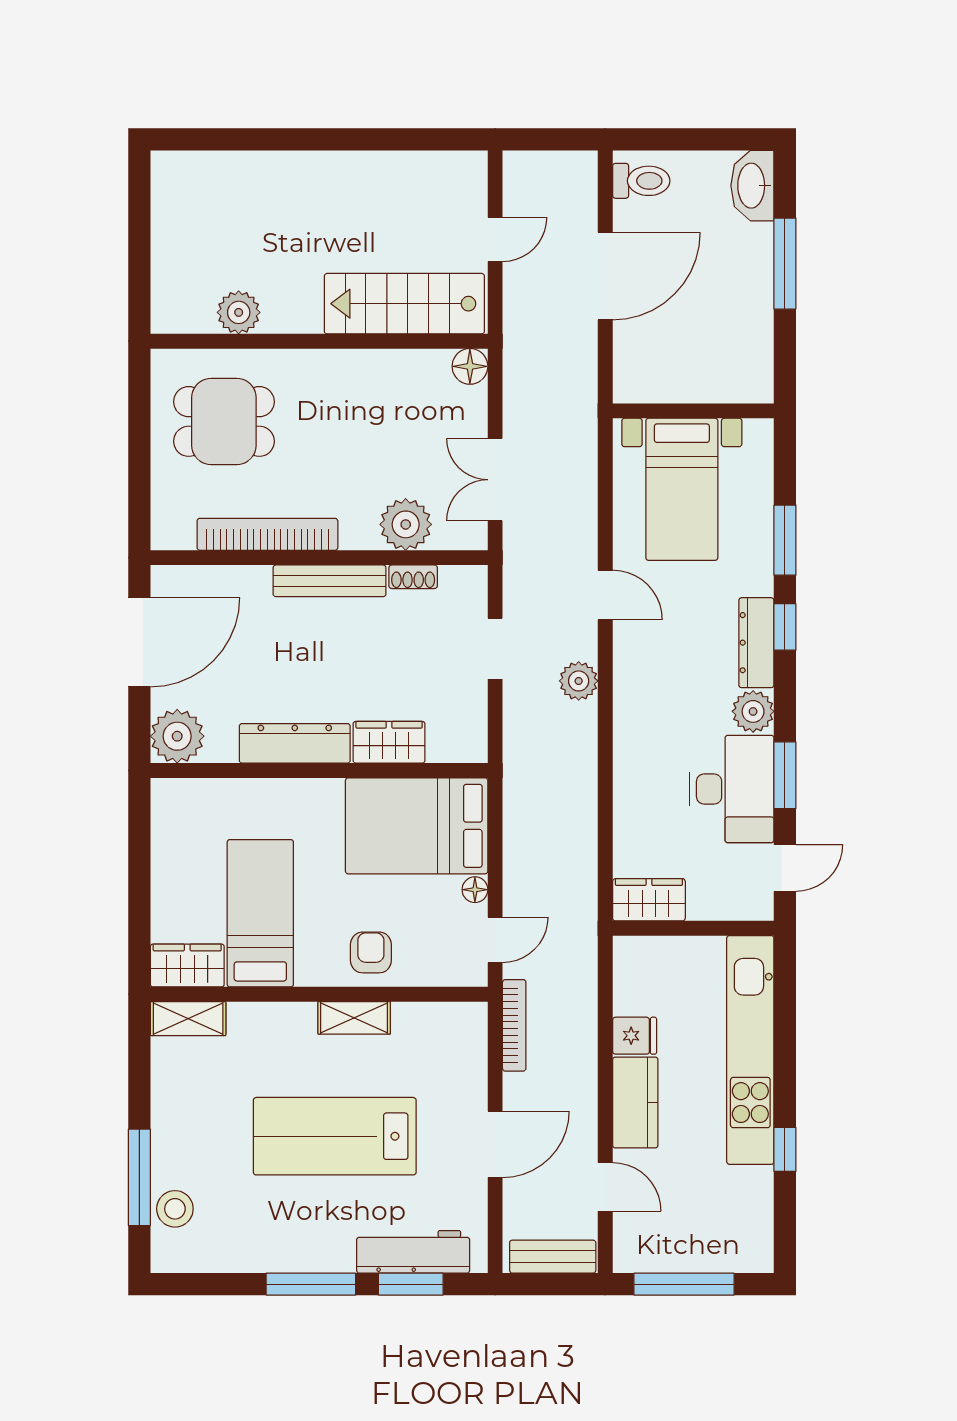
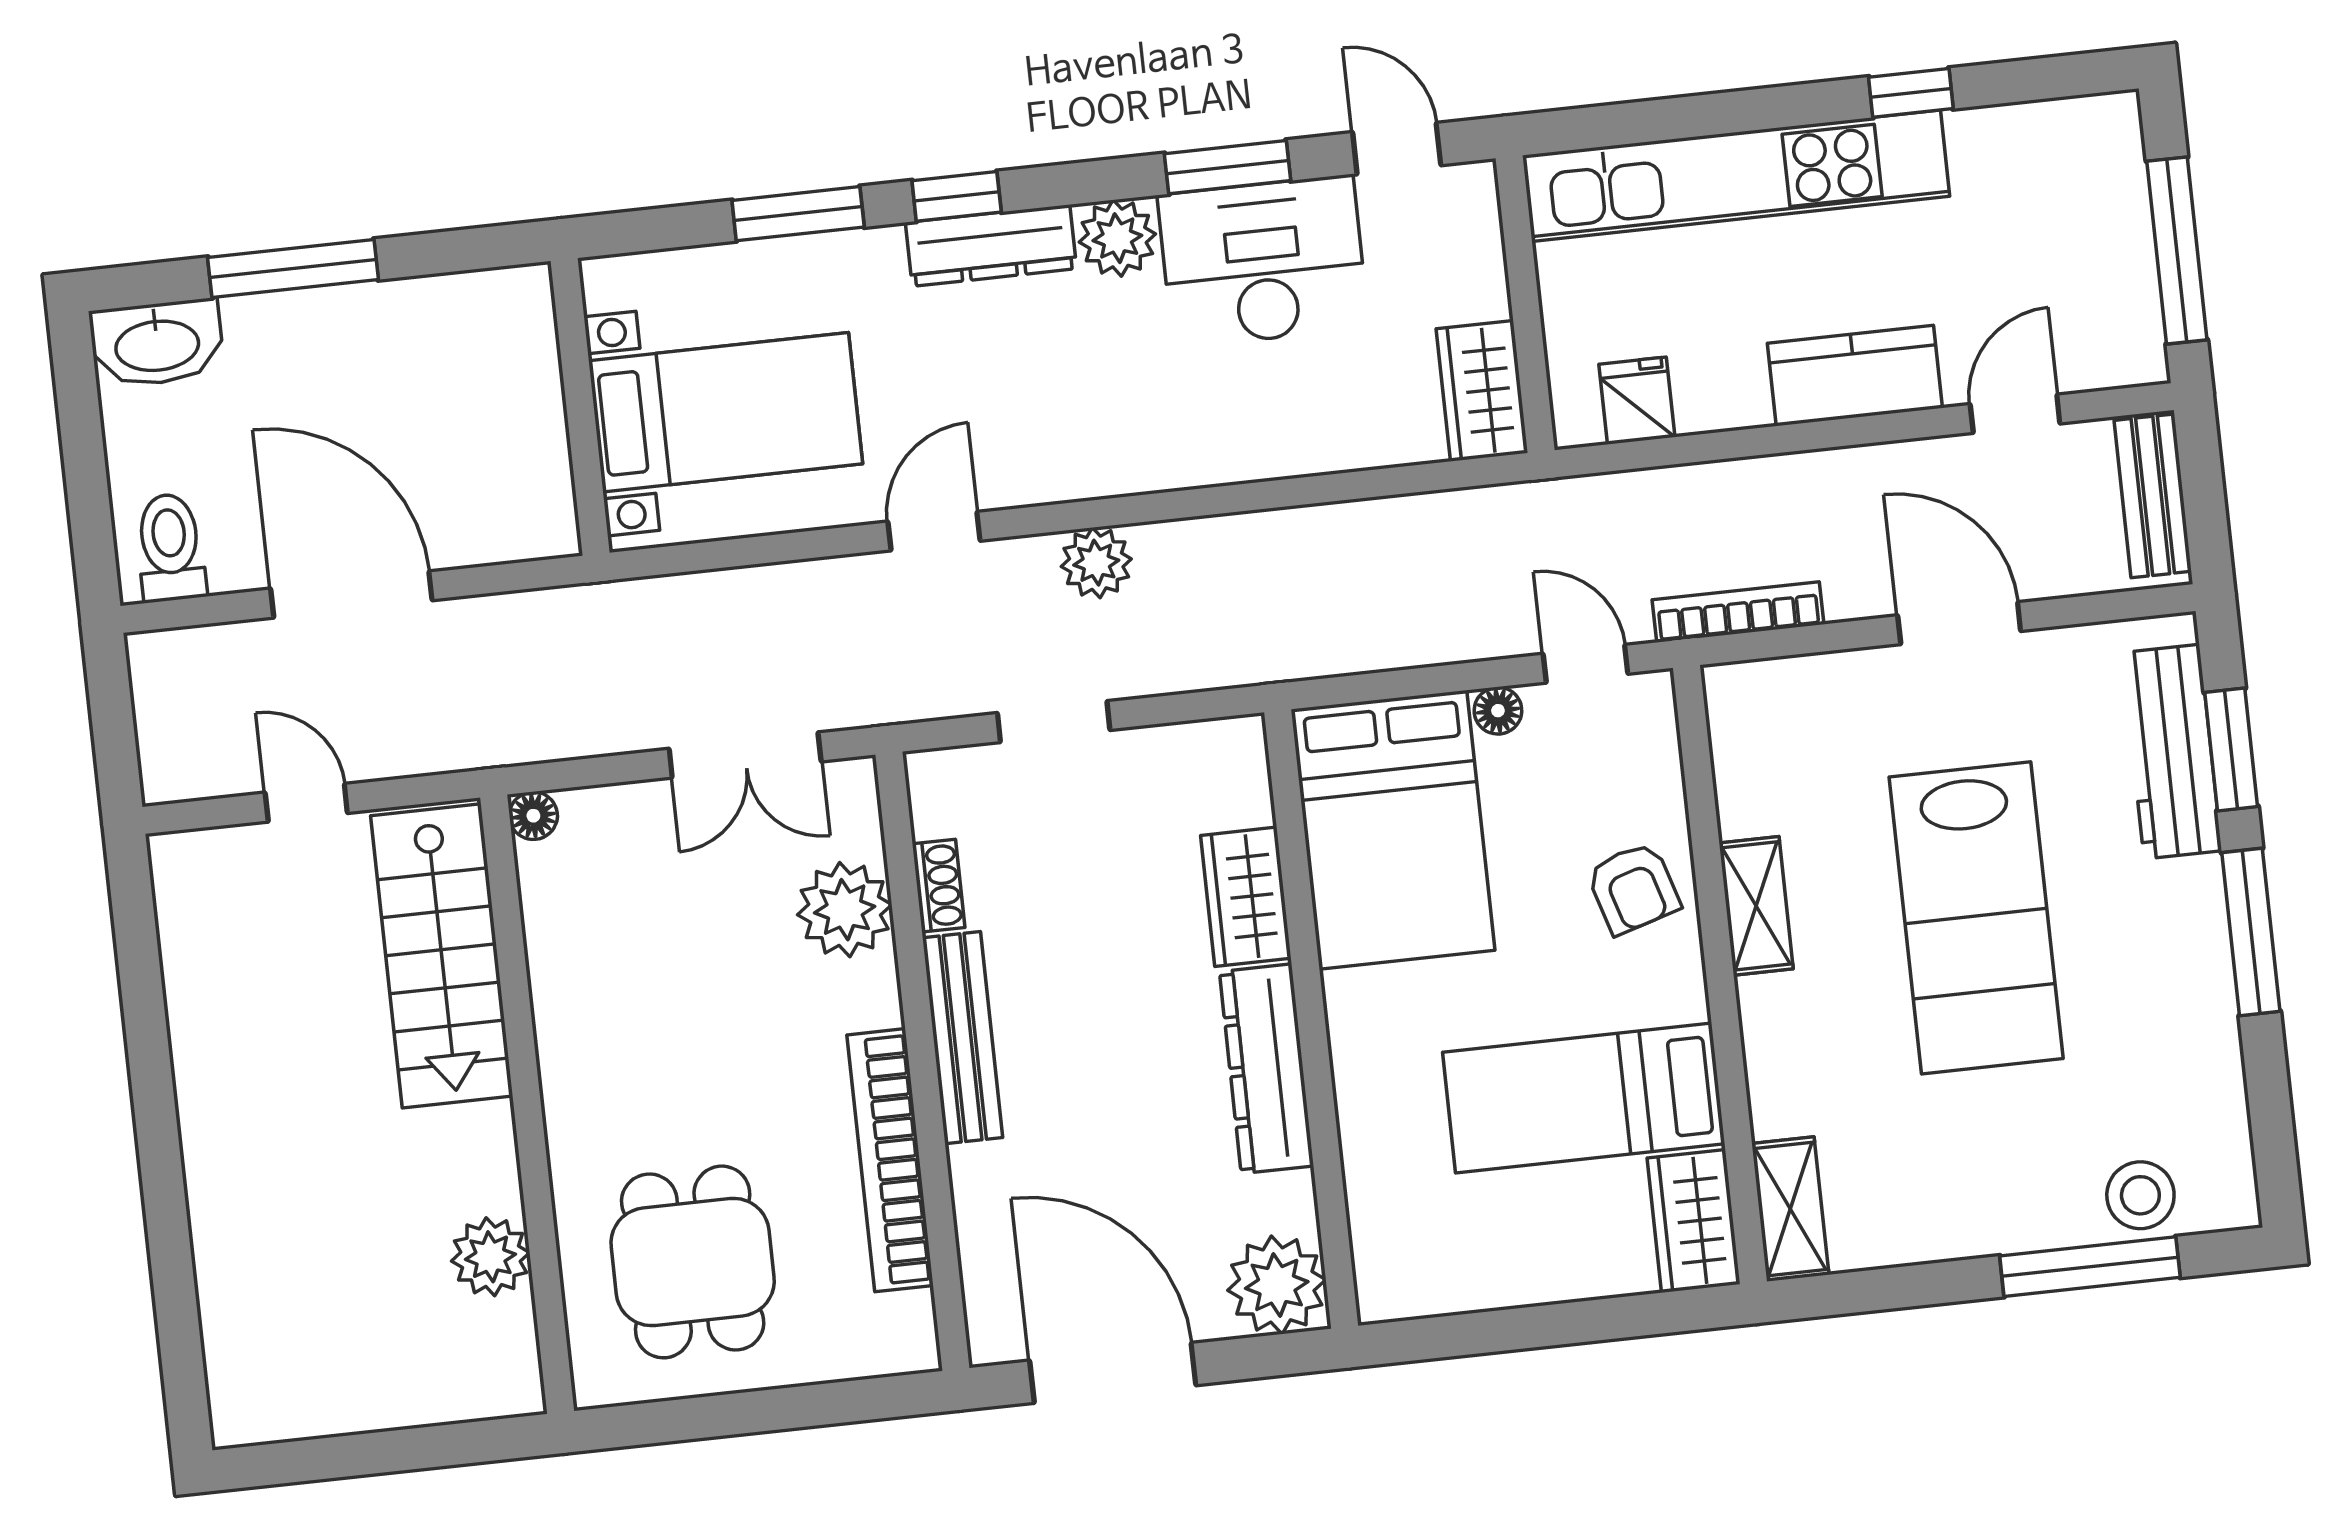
floor lamp: (470, 366) -> (533, 816), width x0.73, depth x0.73
armchair: (371, 952) -> (1633, 888), turned -107
fridge: (635, 1036) -> (1637, 401), moved

